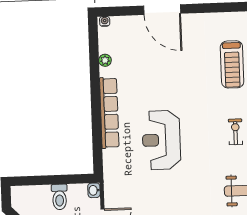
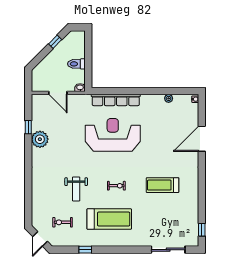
row of seats: (109, 113) -> (116, 100), moved
reception desk: (161, 140) -> (113, 135), width x1.36, depth x1.30

